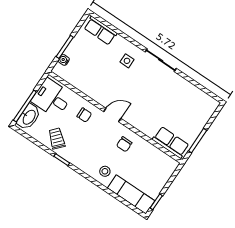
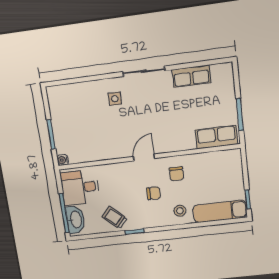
row of seats: (100, 31) -> (191, 76), moved
water cooler: (64, 60) -> (63, 160), moved
chair: (84, 115) -> (154, 193), moved

